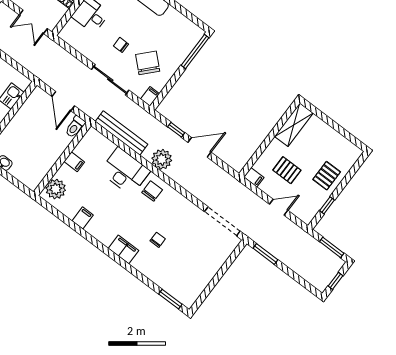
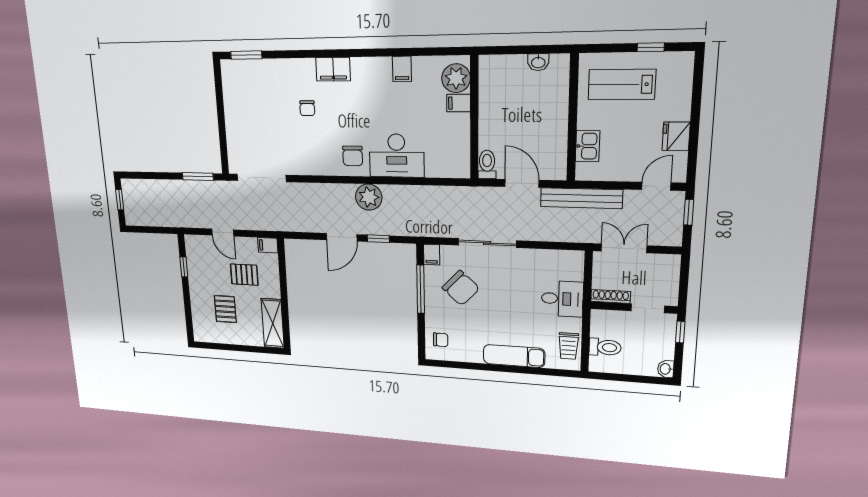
chair: (121, 45) -> (441, 340), moved
window: (195, 52) -> (421, 289), moved
bench: (122, 133) -> (581, 198), moved
filing cabinet: (74, 162) -> (459, 103), moved
pallet: (327, 176) -> (225, 309), moved
door: (279, 207) -> (223, 233), hinge flipped
window: (332, 247) -> (148, 230), removed

